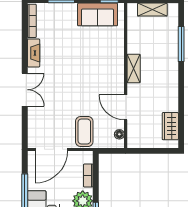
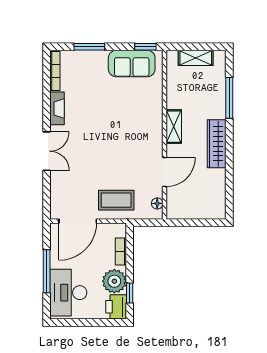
door: (126, 107) -> (165, 172), swing flipped
wardrobe: (170, 126) -> (217, 144), moved, width x1.50
coffee table: (84, 131) -> (116, 200), turned 90

